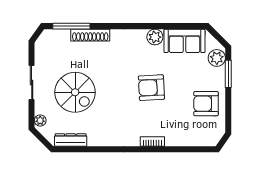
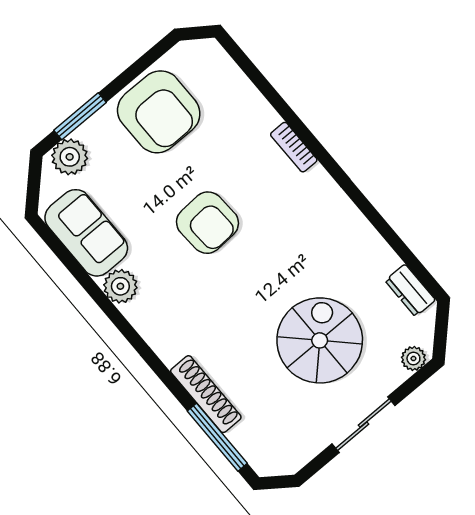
armchair: (206, 104) -> (159, 112), width x1.36, depth x1.36
dresser: (71, 140) -> (410, 290), width x0.70

